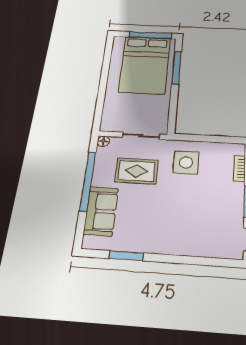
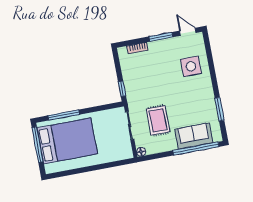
window: (190, 138) -> (122, 89), added
side table: (186, 162) -> (191, 66), moved
window: (88, 181) -> (196, 149), moved

